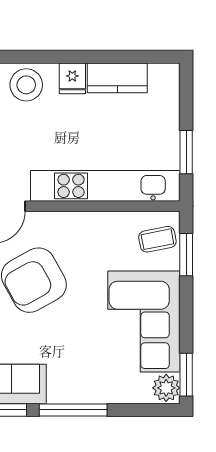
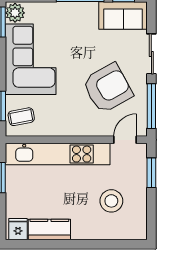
fridge: (72, 78) -> (18, 229), moved
stool: (26, 85) -> (111, 201), moved

